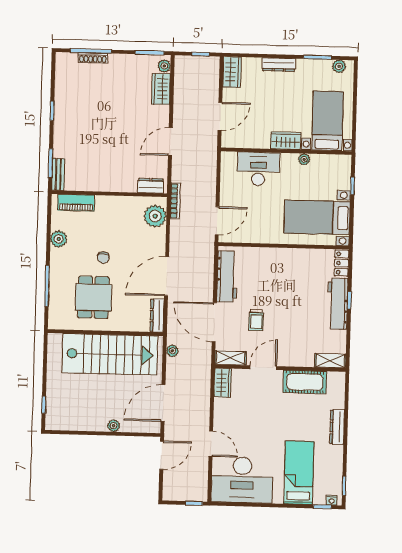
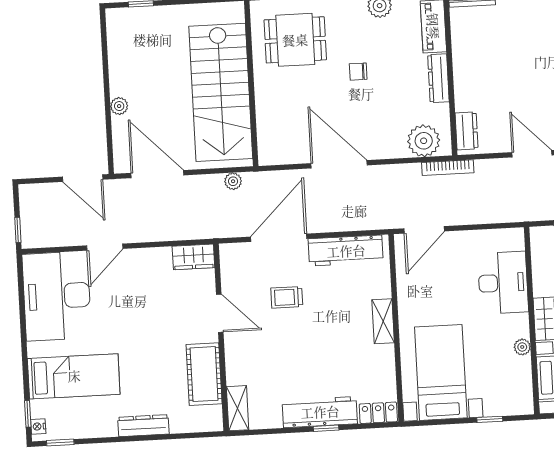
door: (217, 221) -> (424, 230), hinge flipped
dining table: (93, 297) -> (295, 40), moved
dresser: (157, 315) -> (438, 78), moved, turned -90
shelving: (231, 358) -> (383, 321), moved

